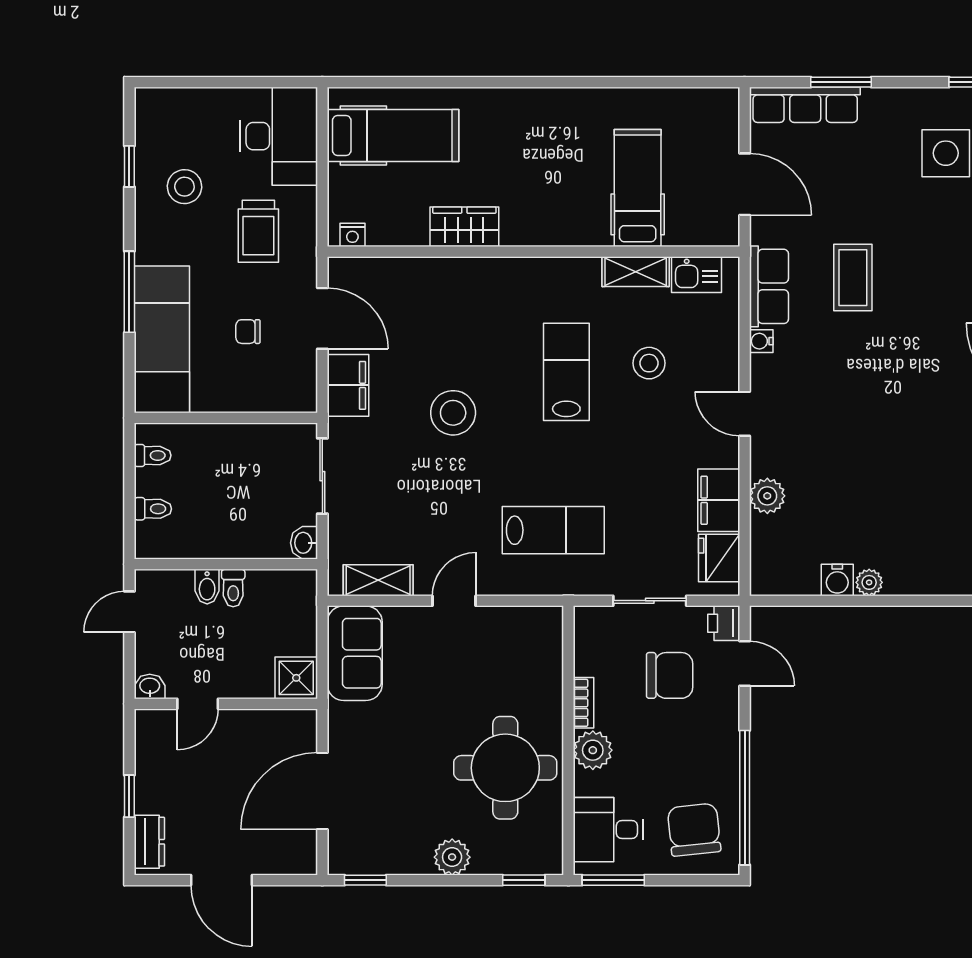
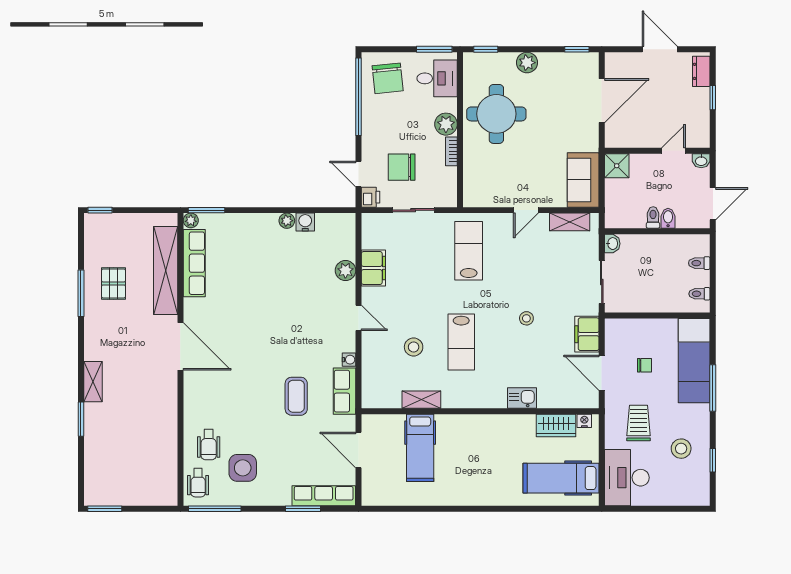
wardrobe: (464, 227) -> (556, 425), moved
kitchen sink: (697, 275) -> (522, 398), moved
stool: (453, 413) -> (526, 318), width x0.53, depth x0.53
lab bench: (553, 530) -> (469, 251), turned 90
fridge: (719, 558) -> (373, 235), removed
door: (129, 612) -> (713, 204), width x1.38

